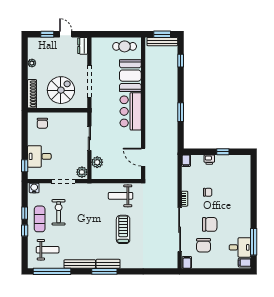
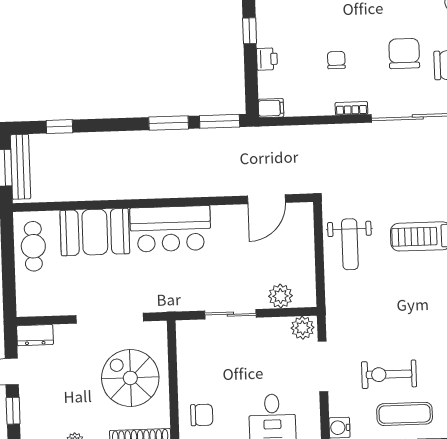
window: (181, 136) -> (220, 121), added

